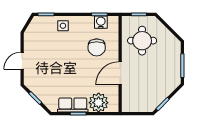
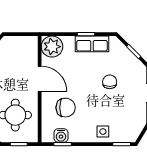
chair: (97, 47) -> (66, 108), turned 90
chair: (57, 71) -> (110, 82), added
door: (120, 73) -> (40, 79), hinge flipped
plant: (99, 103) -> (52, 47), moved

